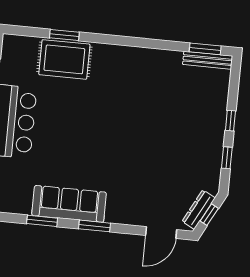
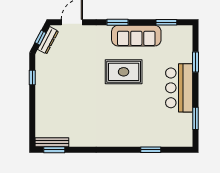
rug: (64, 59) -> (124, 72), moved
window: (230, 121) -> (32, 103), removed
window: (42, 221) -> (166, 22), moved

